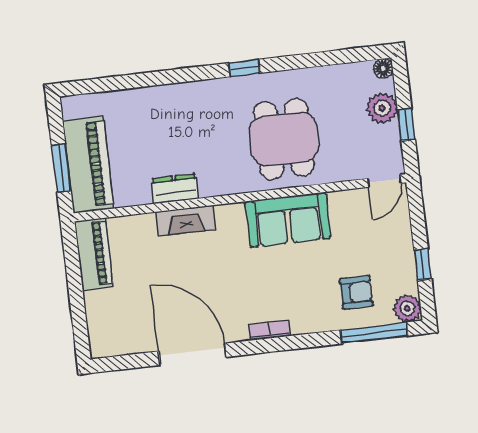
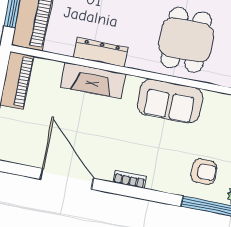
dresser: (175, 189) -> (101, 52), width x1.44
fireplace: (186, 221) -> (93, 80), width x1.37, depth x1.32

